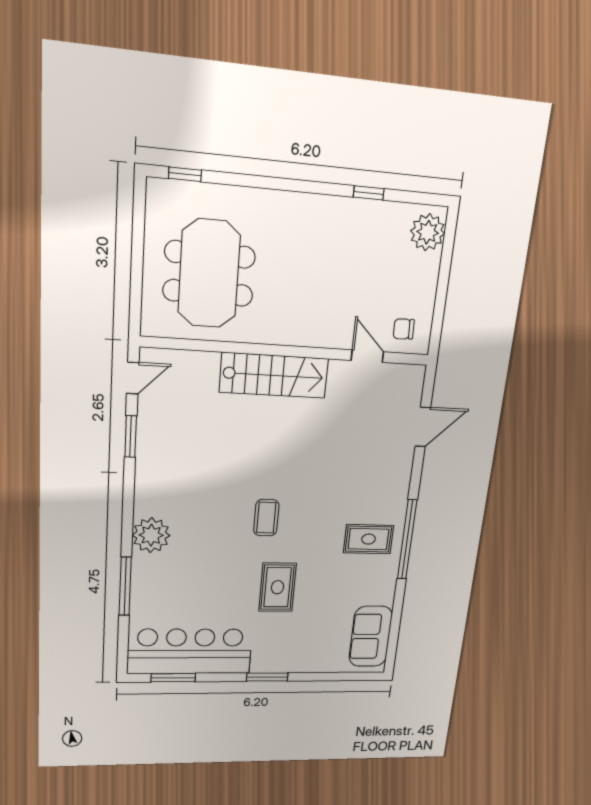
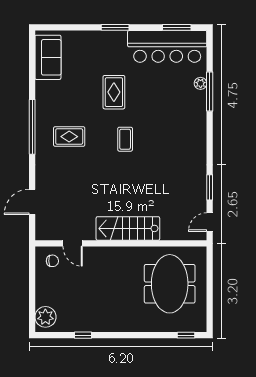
plant: (151, 535) -> (201, 83), moved, width x0.53, depth x0.53
rug: (368, 539) -> (69, 137), moved

